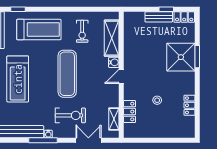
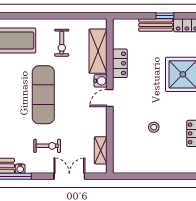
locker: (130, 112) -> (120, 63), moved
exercise bike: (70, 115) -> (47, 146), width x0.73, depth x0.72

